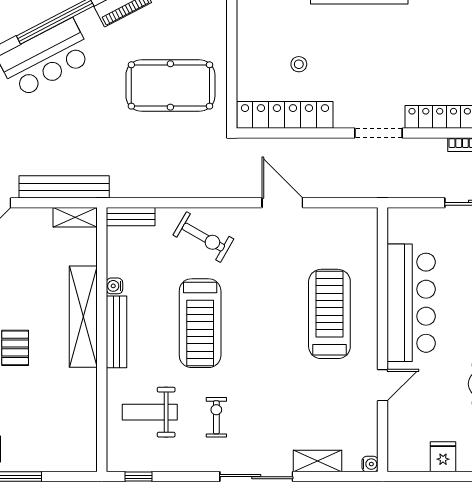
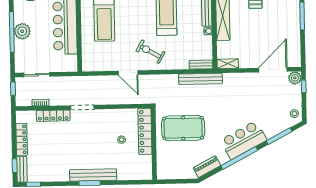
locker: (285, 115) -> (145, 131), moved, turned 90
bench: (64, 187) -> (200, 79), moved
exercise bike: (203, 237) -> (150, 52), moved

